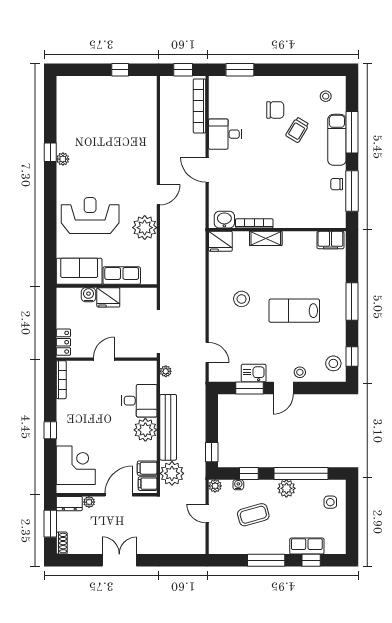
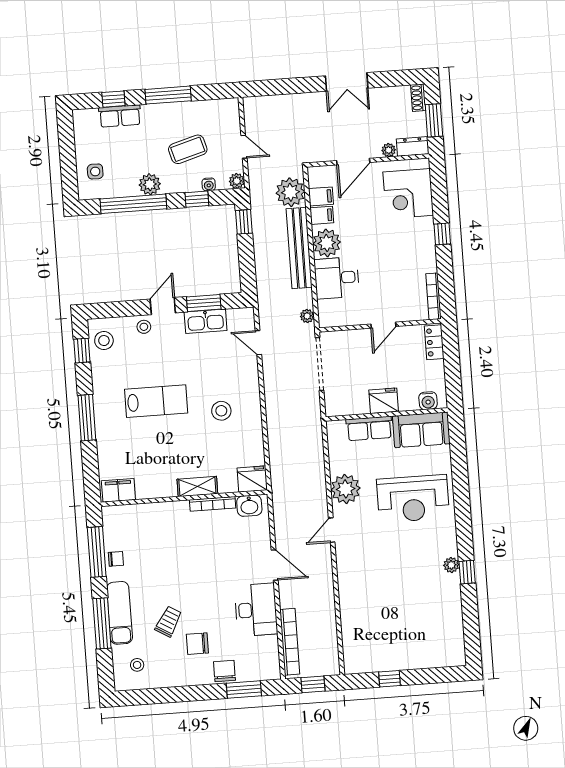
chair: (255, 86) -> (224, 671), added
desk: (225, 134) -> (256, 610), width x1.37
water cooler: (89, 295) -> (428, 401), moved
kitchen sink: (254, 373) -> (206, 321), width x1.38
filing cabinet: (148, 484) -> (322, 215), moved

